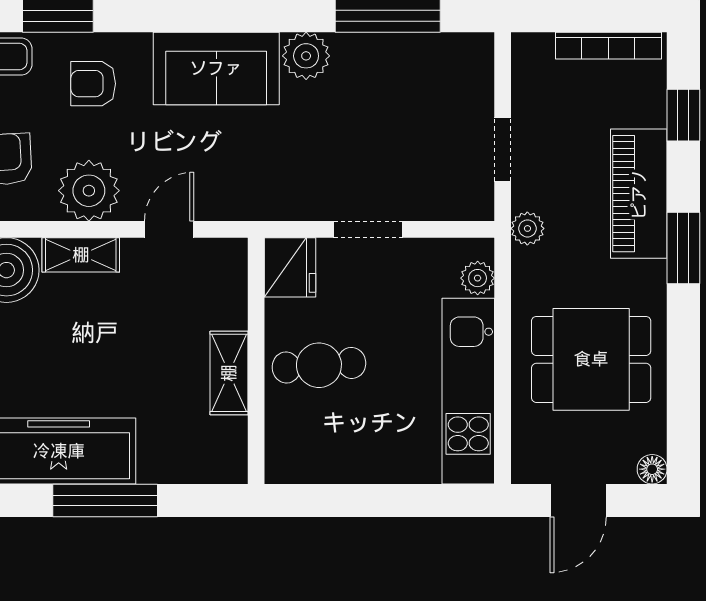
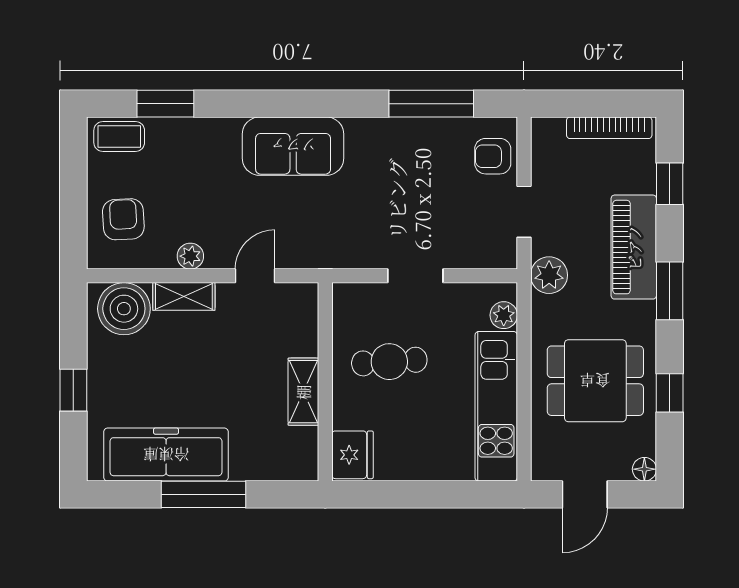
plant: (306, 56) -> (365, 136), removed
armchair: (93, 84) -> (493, 156), moved
plant: (89, 191) -> (190, 256), width x0.53, depth x0.53
plant: (527, 228) -> (549, 275), width x1.38, depth x1.38
fridge: (290, 267) -> (352, 455), moved
cafe table: (319, 365) -> (389, 362), moved
window: (683, 374) -> (670, 393), added

